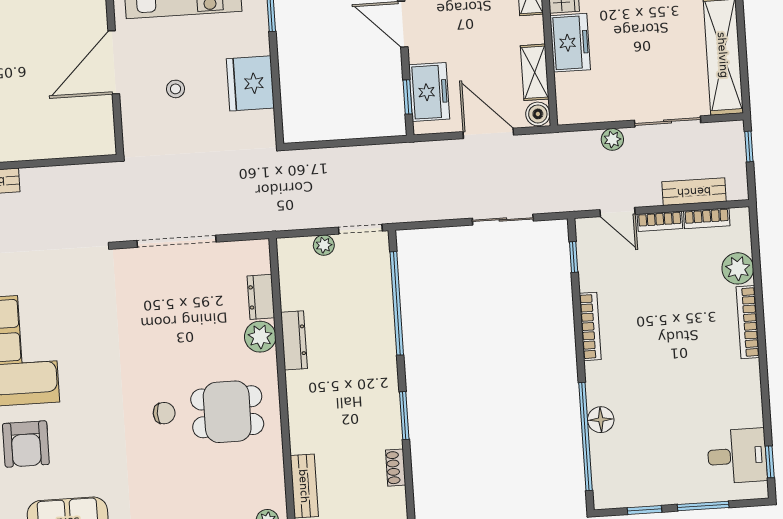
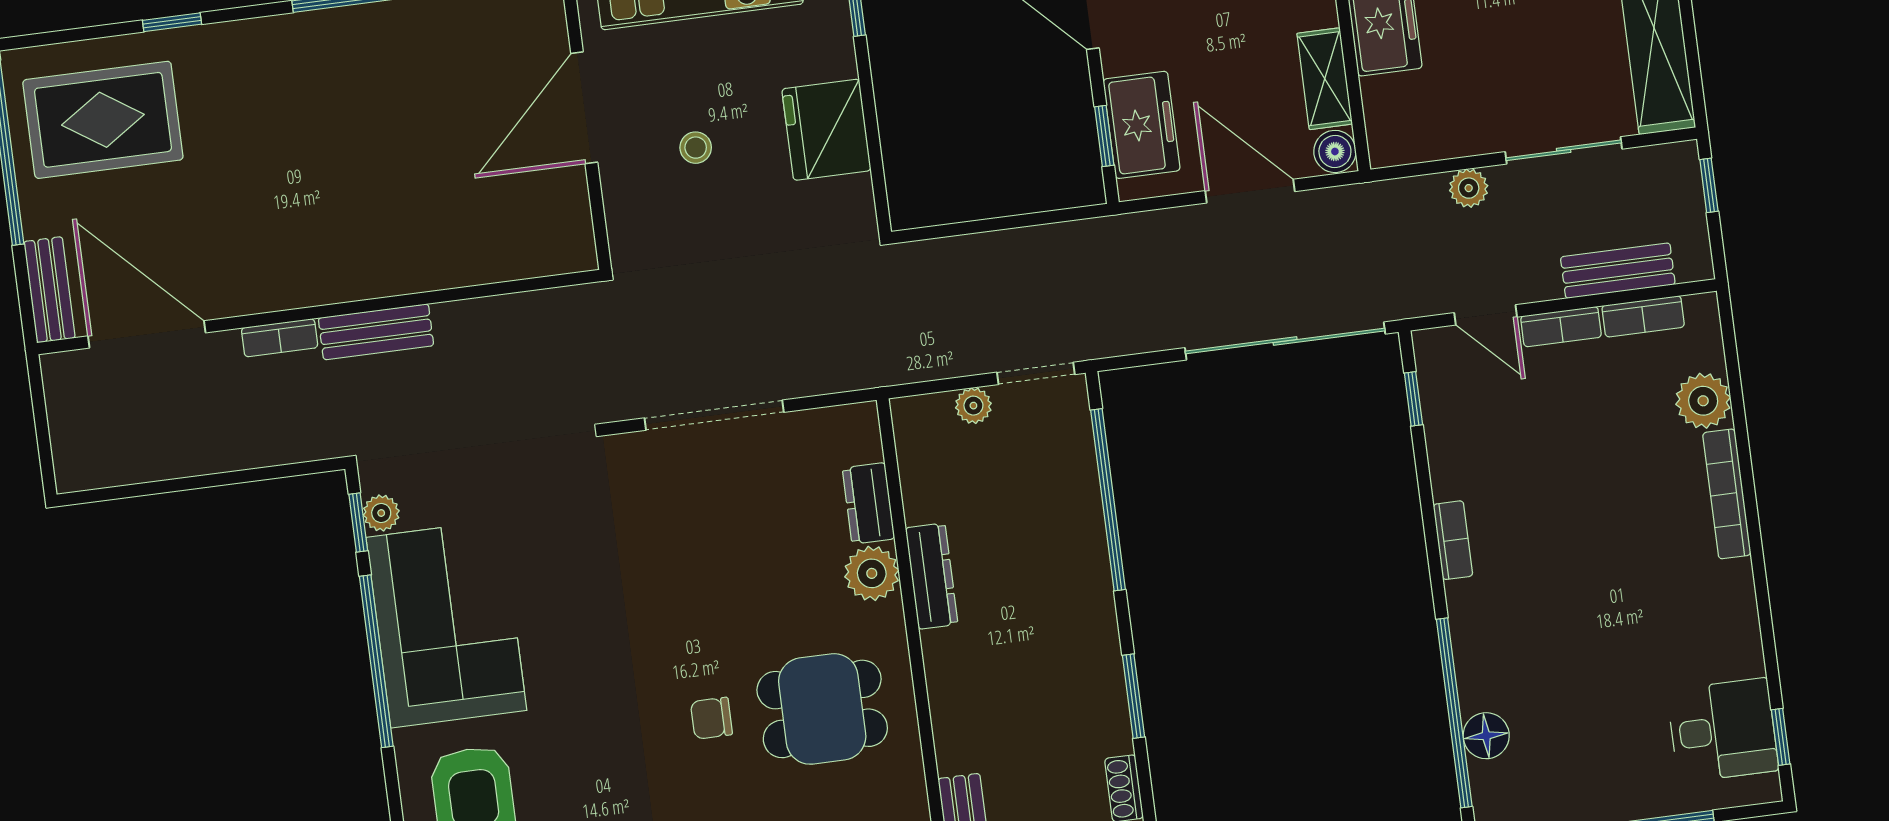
sliding door: (503, 220) -> (1285, 341), width x1.86
bookcase: (590, 326) -> (1453, 540), width x0.64
chair: (164, 413) -> (711, 718), turned 180
floor lamp: (601, 420) -> (1486, 736), moved

